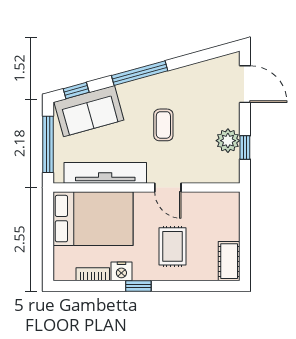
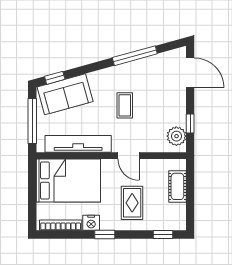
window: (140, 73) -> (135, 56), moved
plant: (228, 141) -> (176, 136), moved
cot: (229, 261) -> (177, 186), moved
bookcase: (93, 274) -> (61, 225), width x1.56
window: (211, 286) -> (163, 235), added

